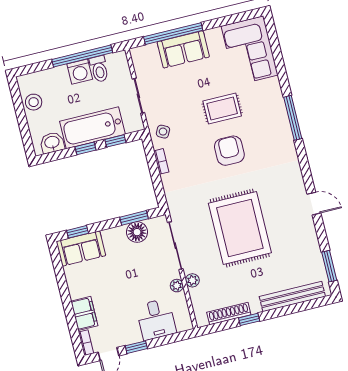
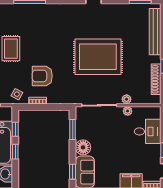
armchair: (229, 151) -> (42, 76), moved
floor lamp: (137, 232) -> (83, 147), moved

